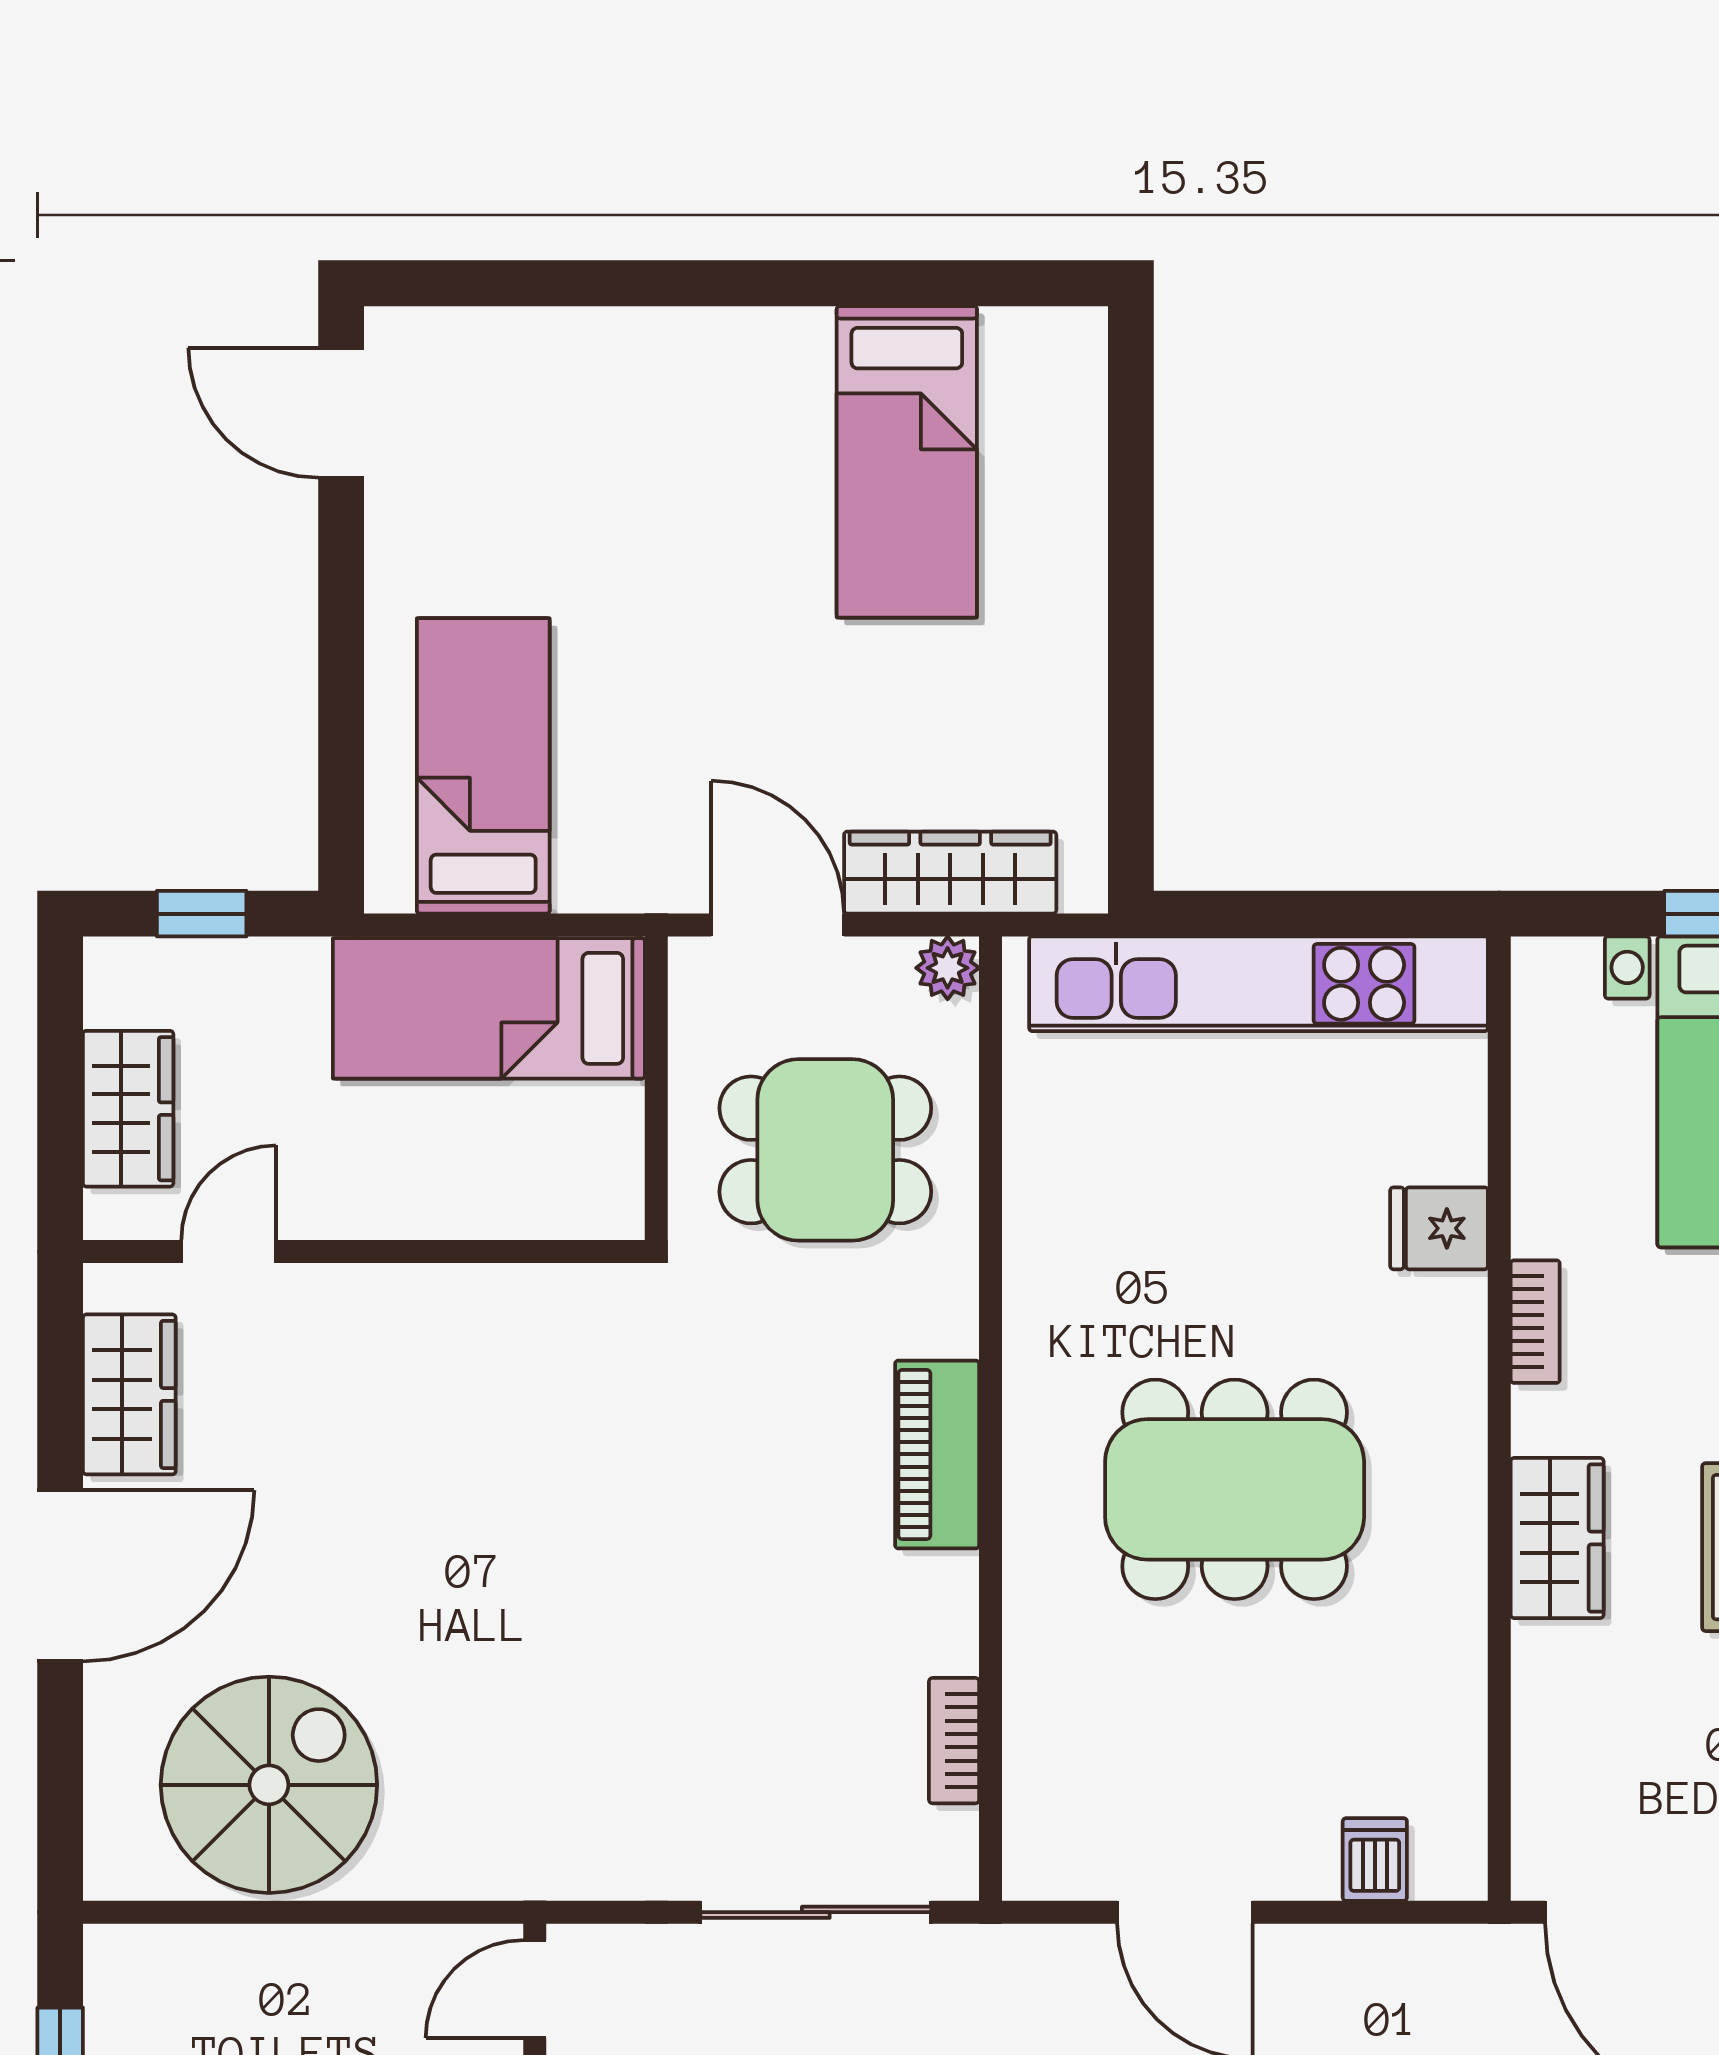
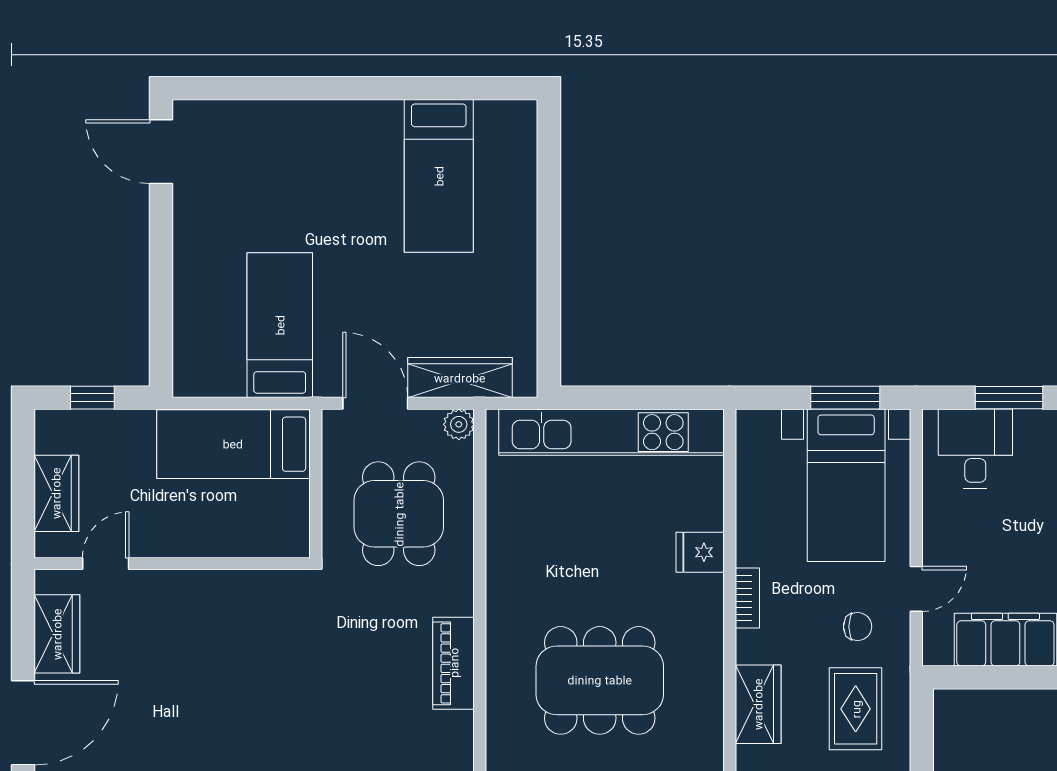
bed: (483, 766) -> (280, 325), moved
dining table: (825, 1150) -> (399, 514), turned 90

